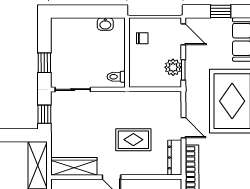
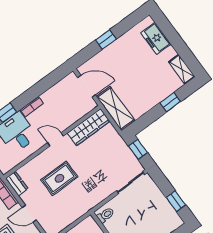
window: (44, 63) -> (176, 201), moved
dresser: (175, 158) -> (17, 184), width x0.70

